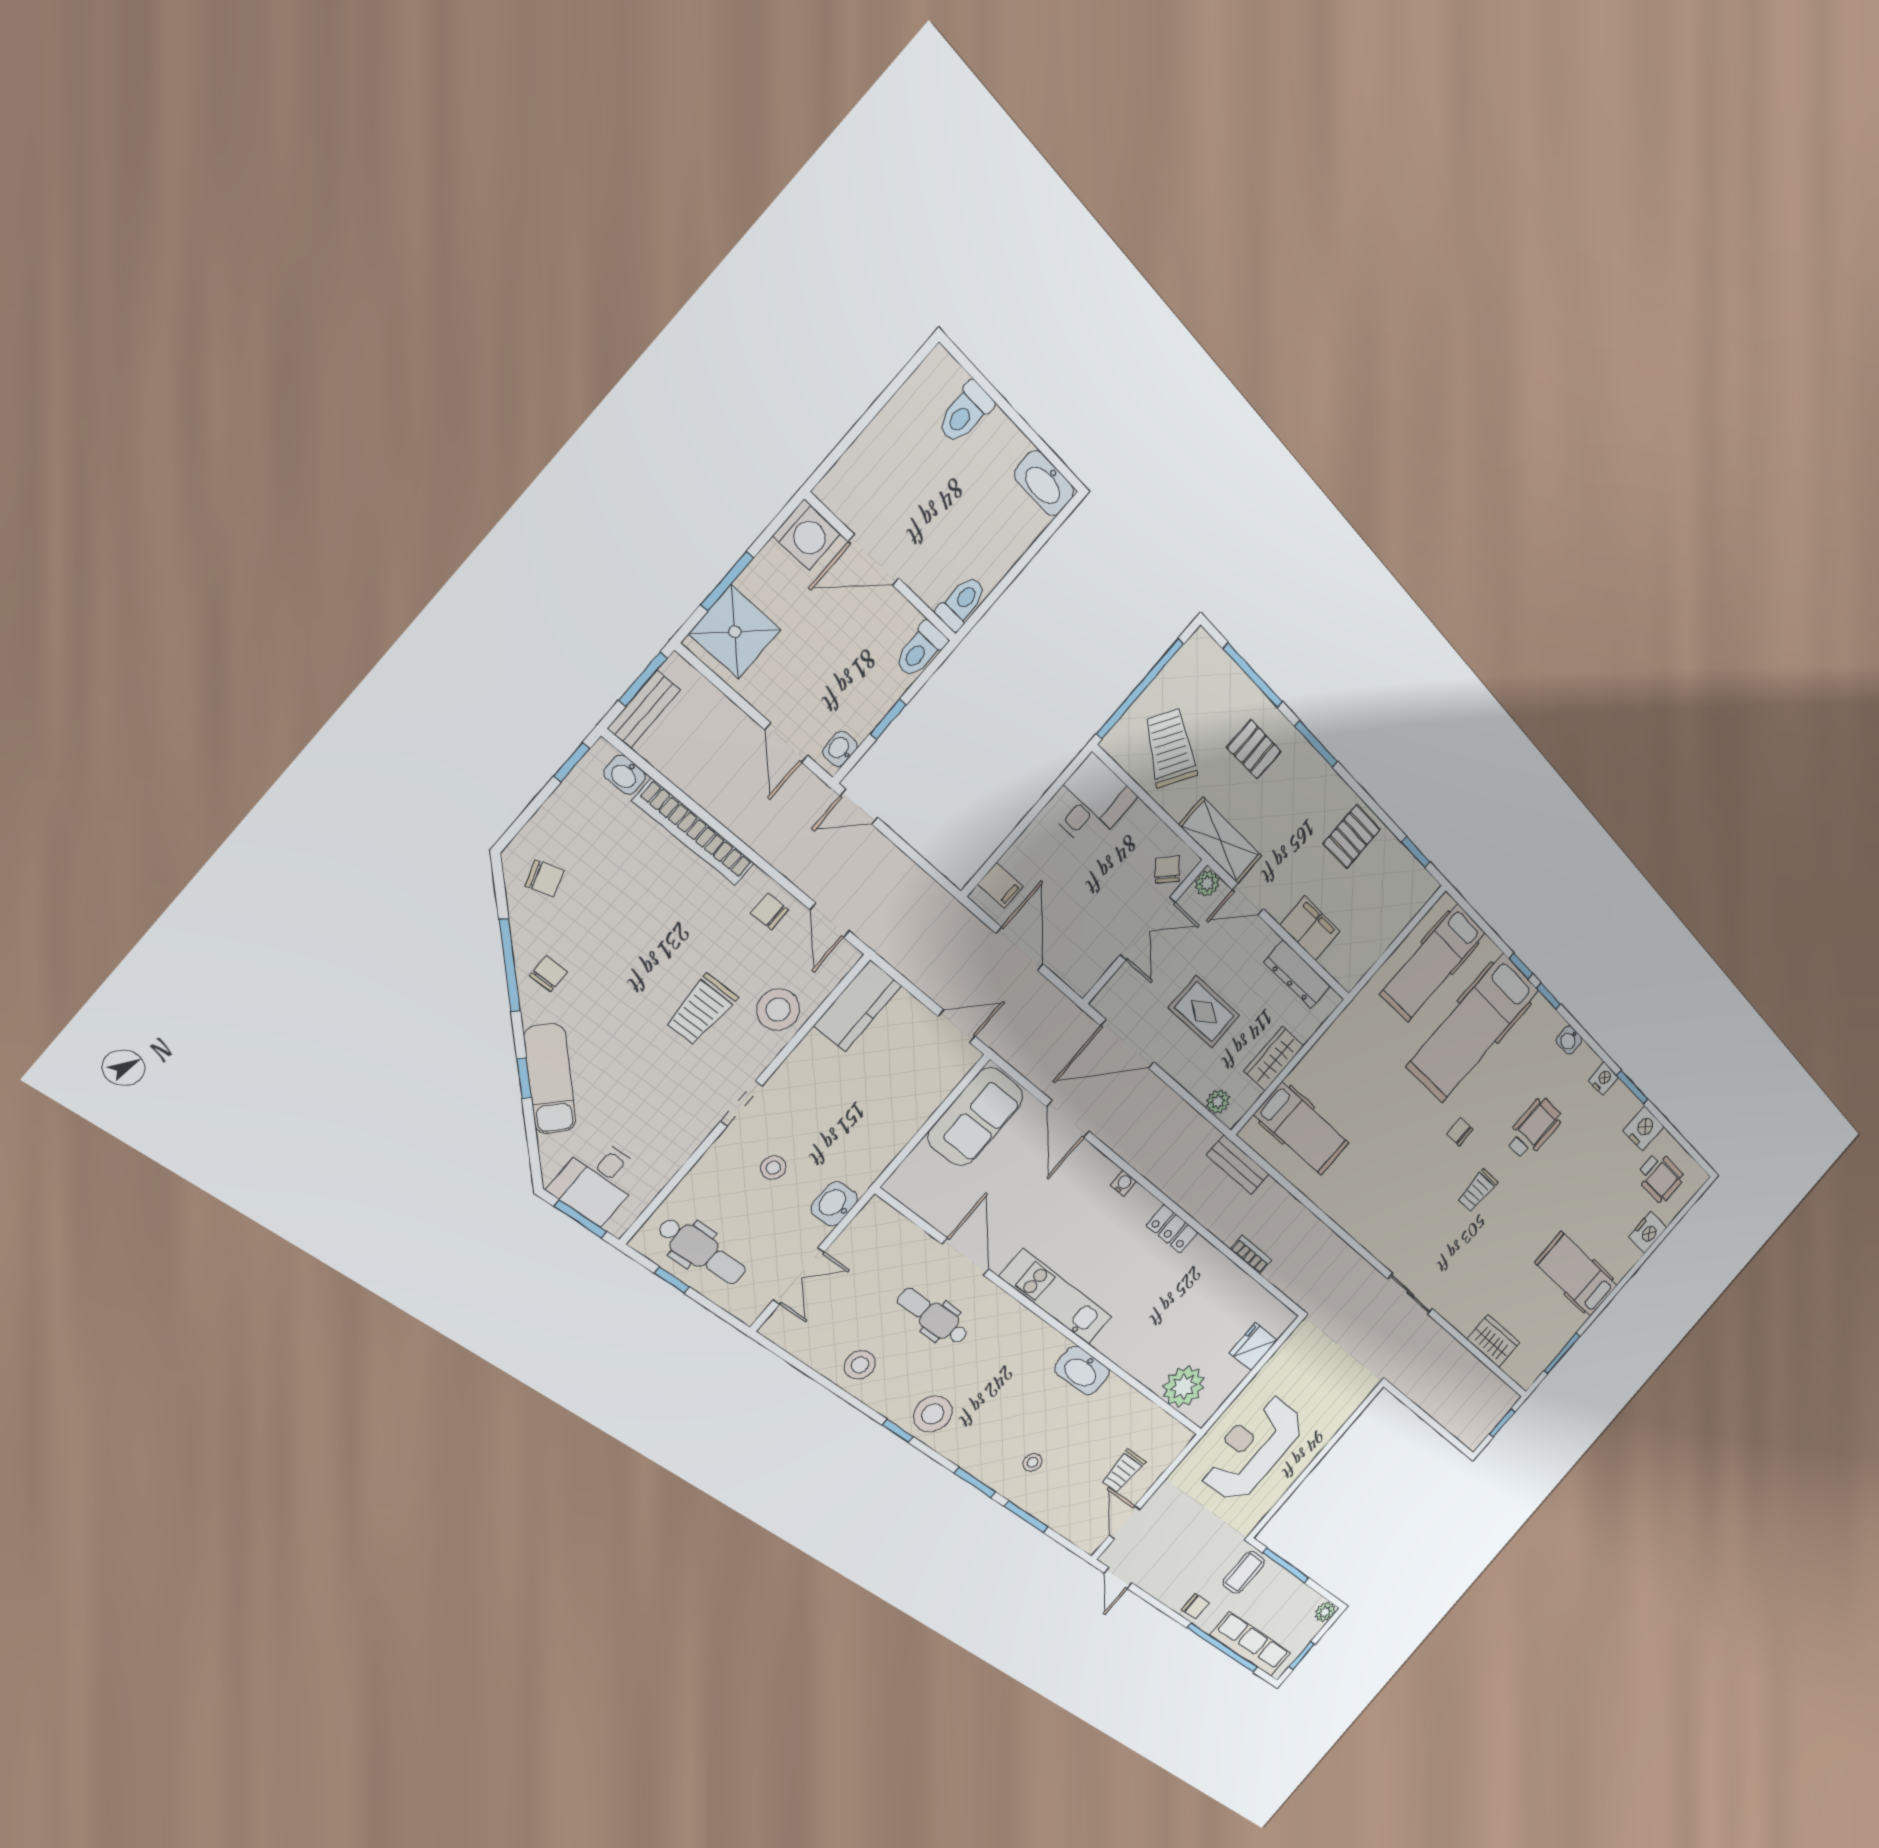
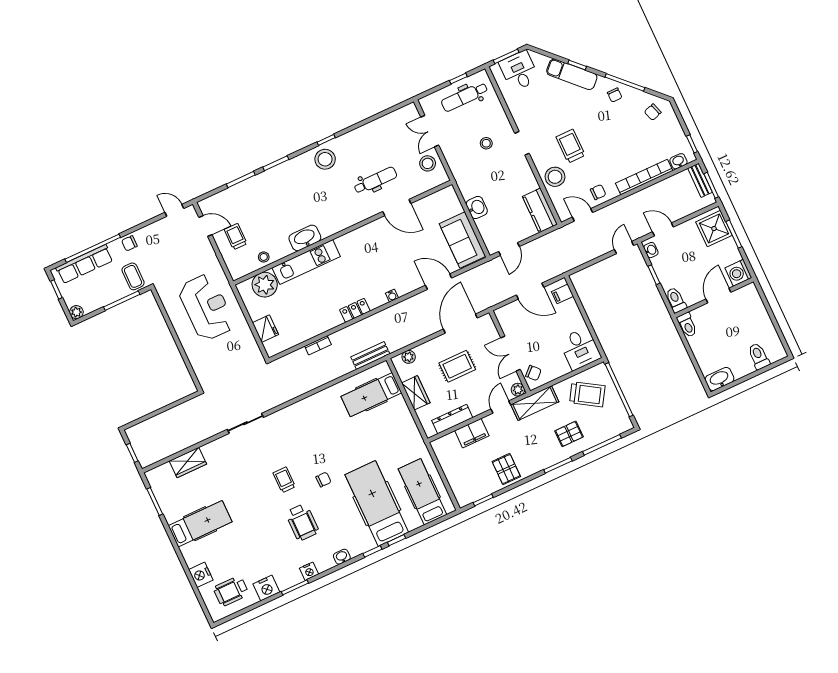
washbasin: (834, 1204) -> (477, 207), moved
kitchen unit: (1056, 1297) -> (306, 262), moved
stool: (860, 1365) -> (428, 163), moved
stool: (1032, 1462) -> (264, 257), moved

